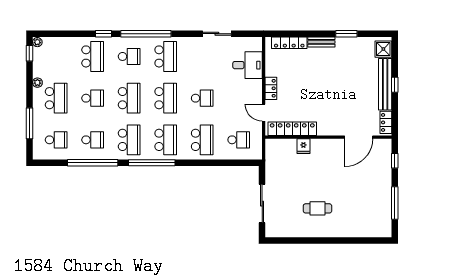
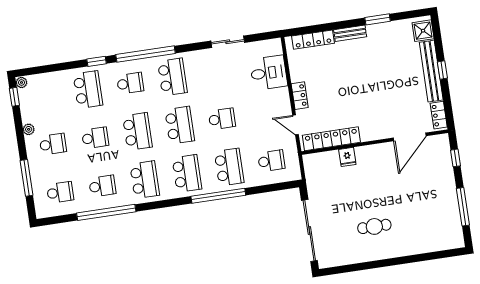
school desk: (56, 98) -> (53, 144), width x0.54
window: (152, 163) -> (218, 196), moved
sliding door: (262, 204) -> (309, 230), width x1.36

